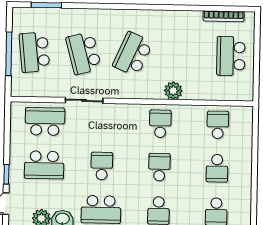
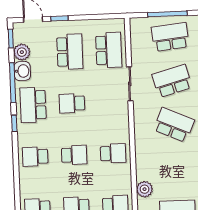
plant: (173, 91) -> (145, 189), moved
school desk: (44, 165) -> (70, 52), turned 180
school desk: (102, 166) -> (72, 103), turned 180

